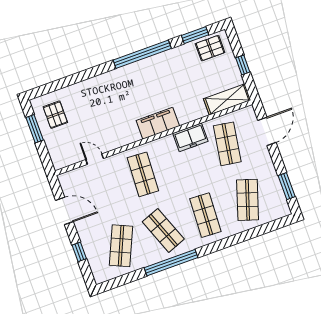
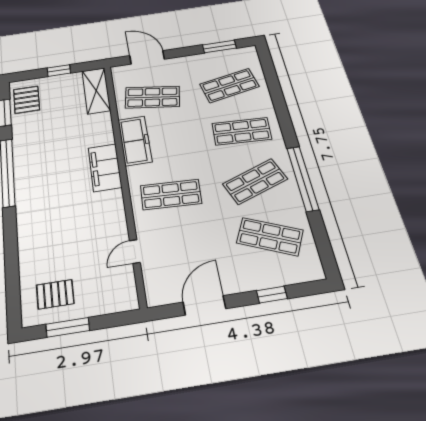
freezer: (190, 137) -> (135, 141), width x1.40
shop shelf: (248, 200) -> (229, 85), turned -30

